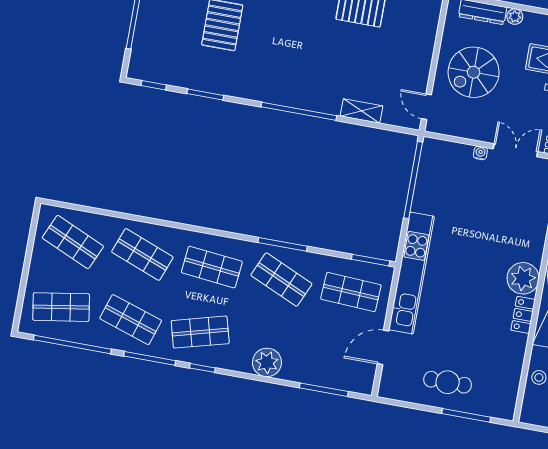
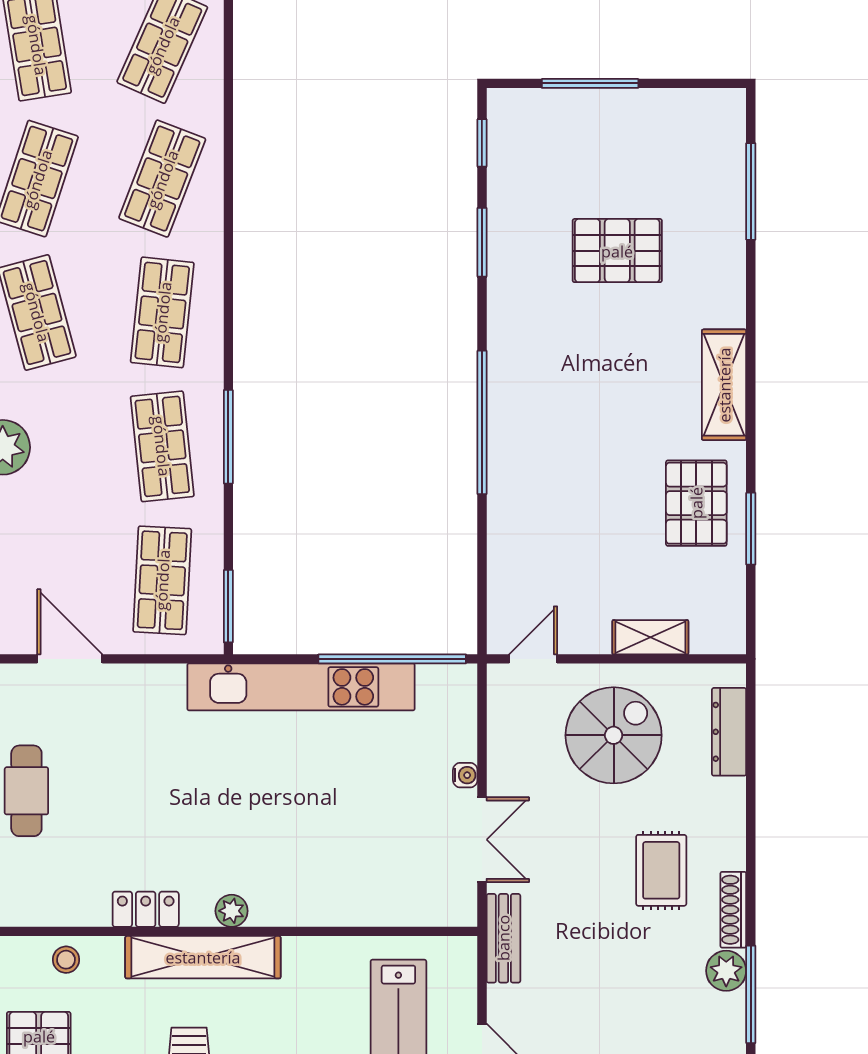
plant: (515, 17) -> (731, 794), removed
spiral stairs: (474, 72) -> (614, 735), turned 90
shelving: (362, 111) -> (650, 637), moved, turned 90
kitchen unit: (411, 273) -> (301, 687), moved
plant: (523, 278) -> (232, 911), width x0.53, depth x0.53
shop shelf: (281, 280) -> (162, 446), turned -30
locker: (523, 315) -> (146, 909), moved

